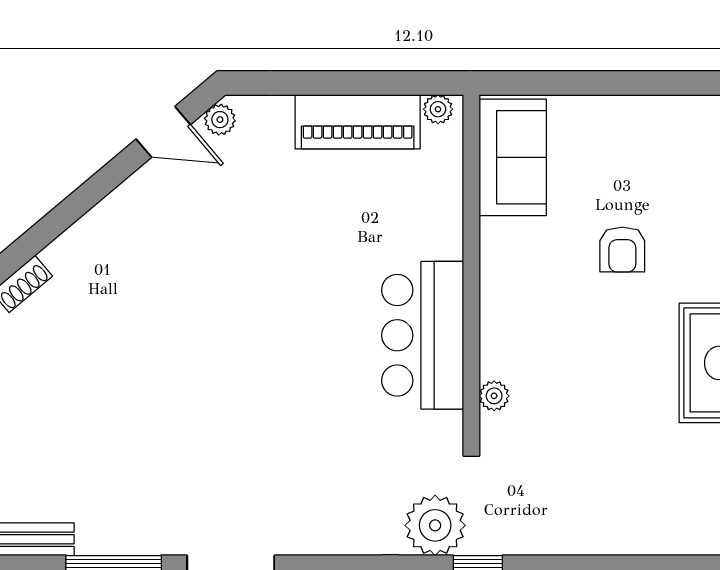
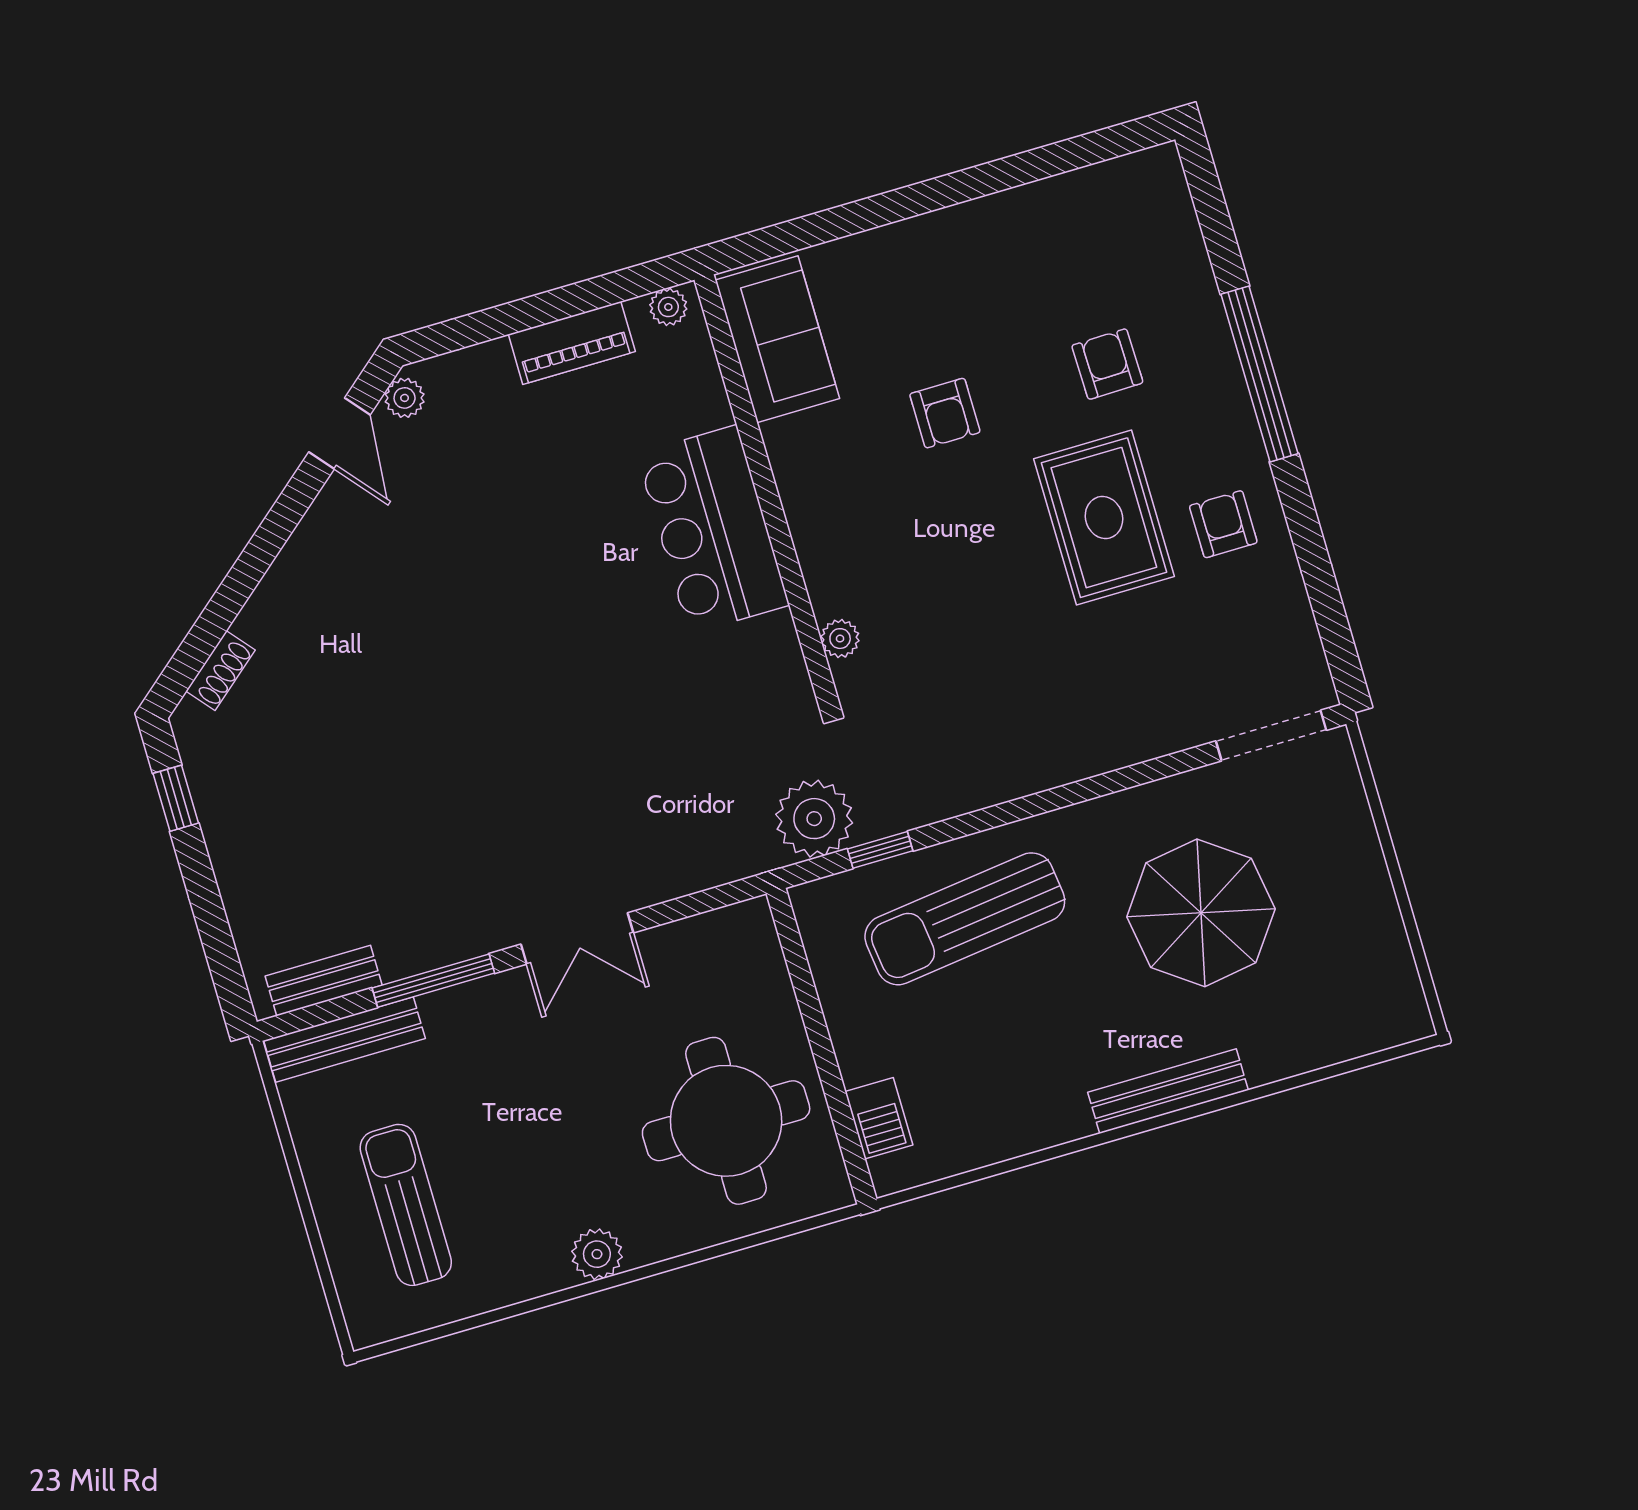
piano: (358, 122) -> (572, 343), width x0.73, depth x0.75
door: (163, 132) -> (339, 433), hinge flipped
bar counter: (423, 335) -> (713, 529), moved

